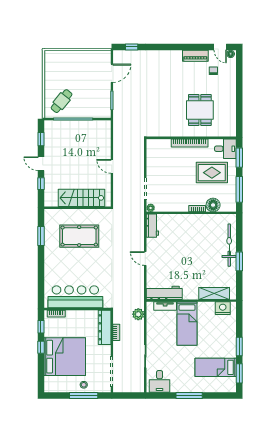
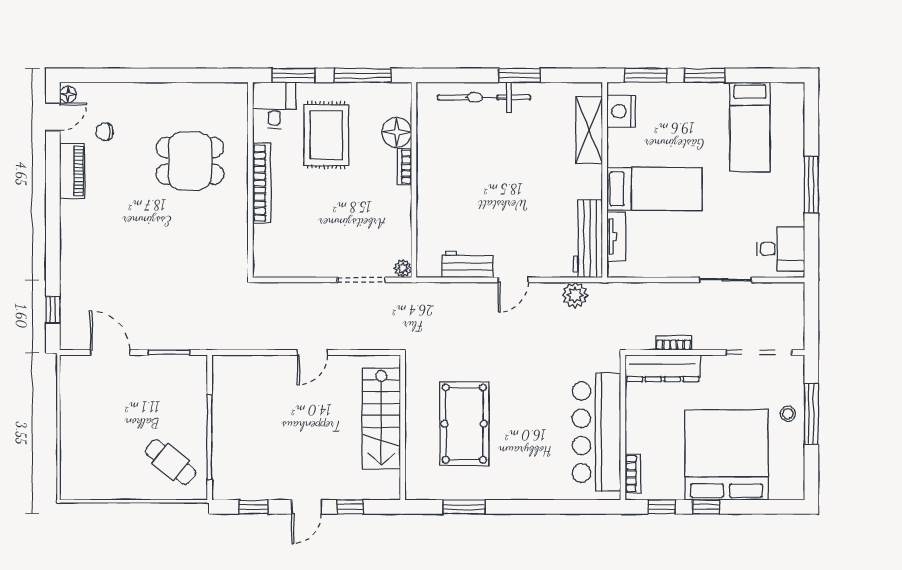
workbench: (152, 226) -> (467, 264), moved
plant: (138, 314) -> (575, 295), moved
window: (239, 373) -> (646, 75), moved

